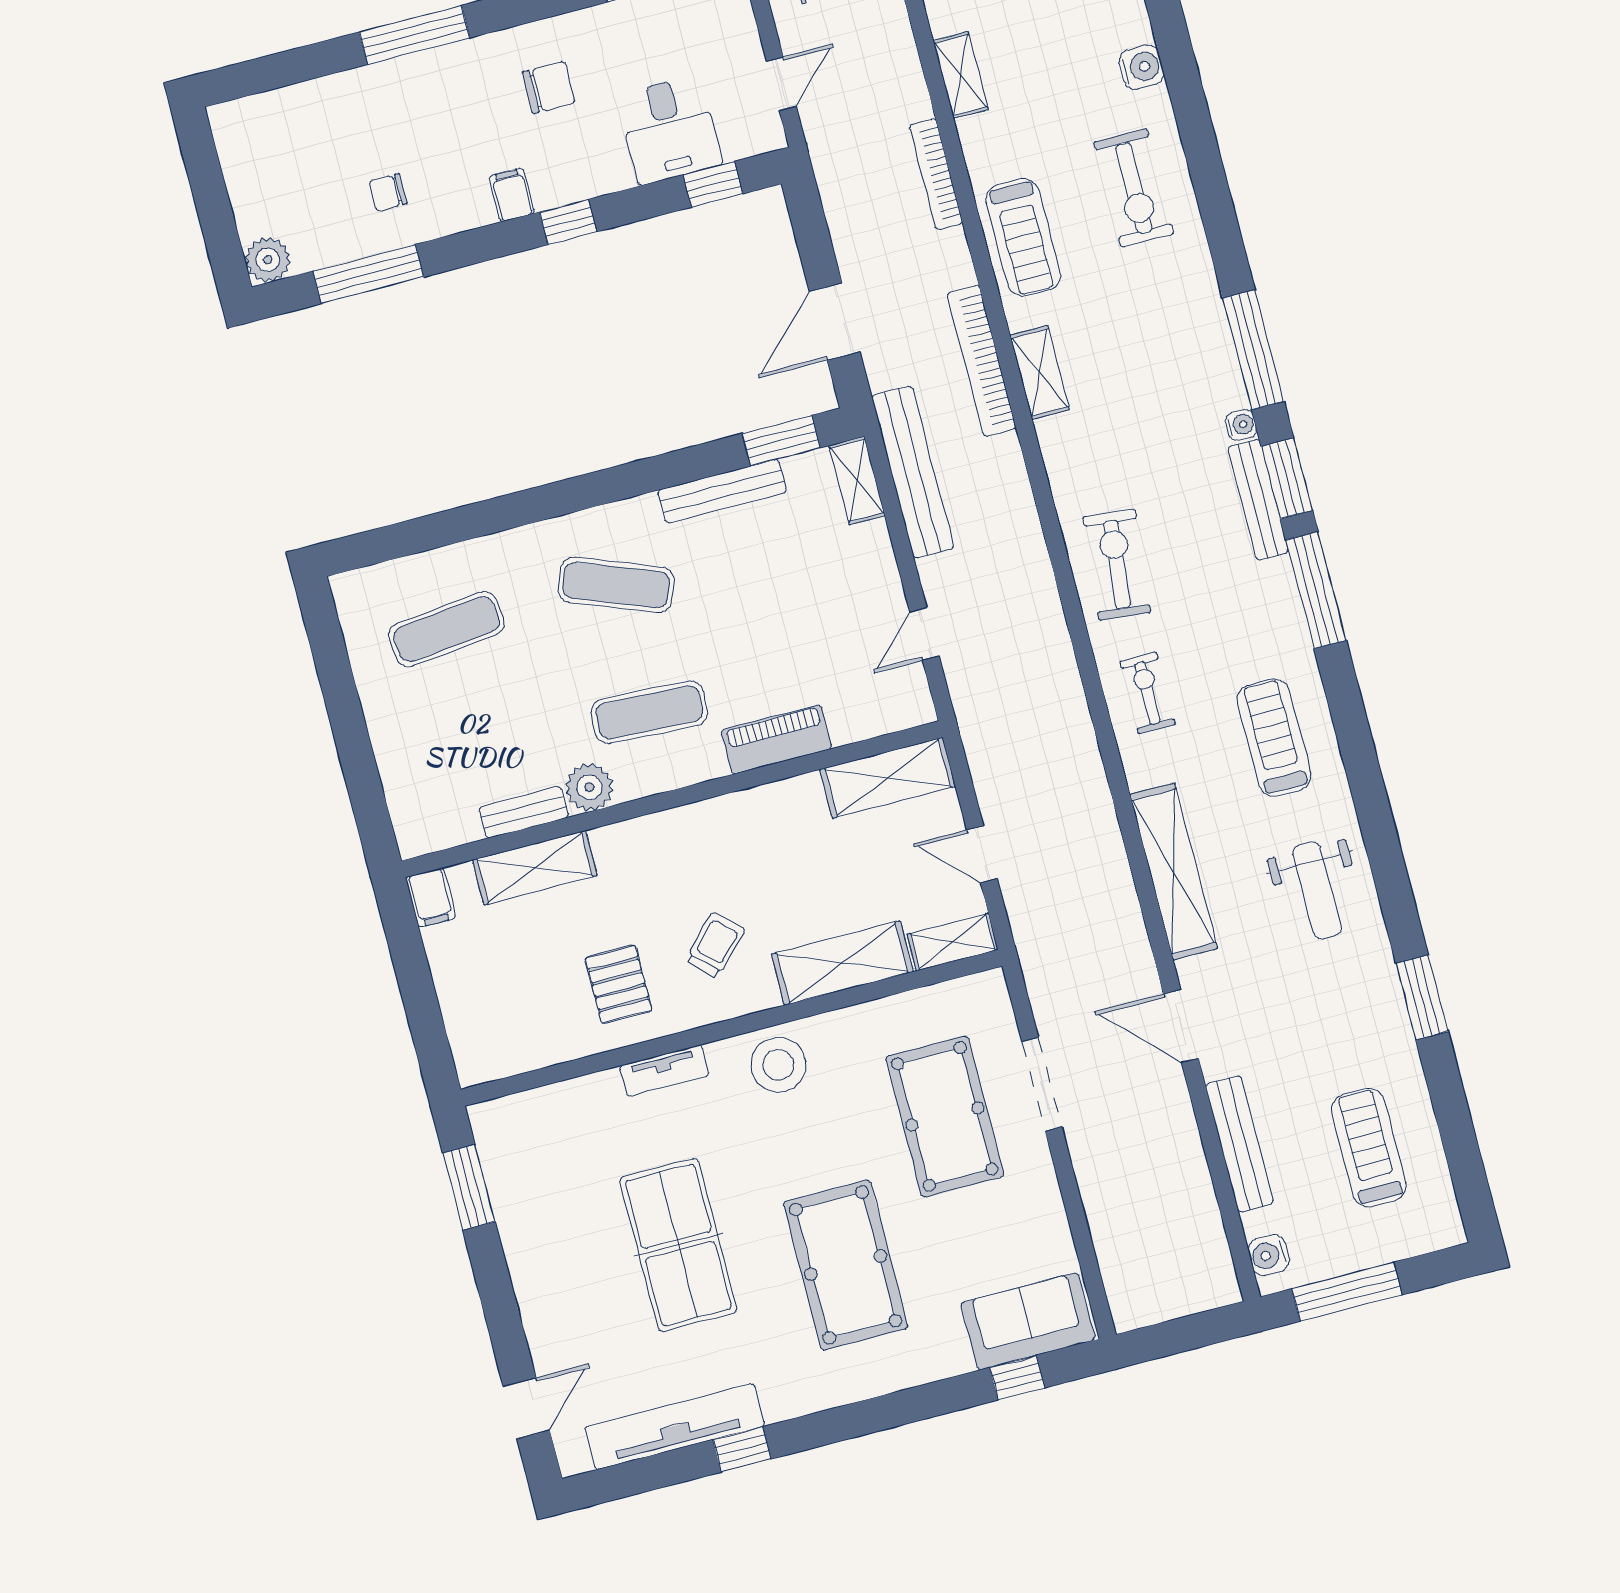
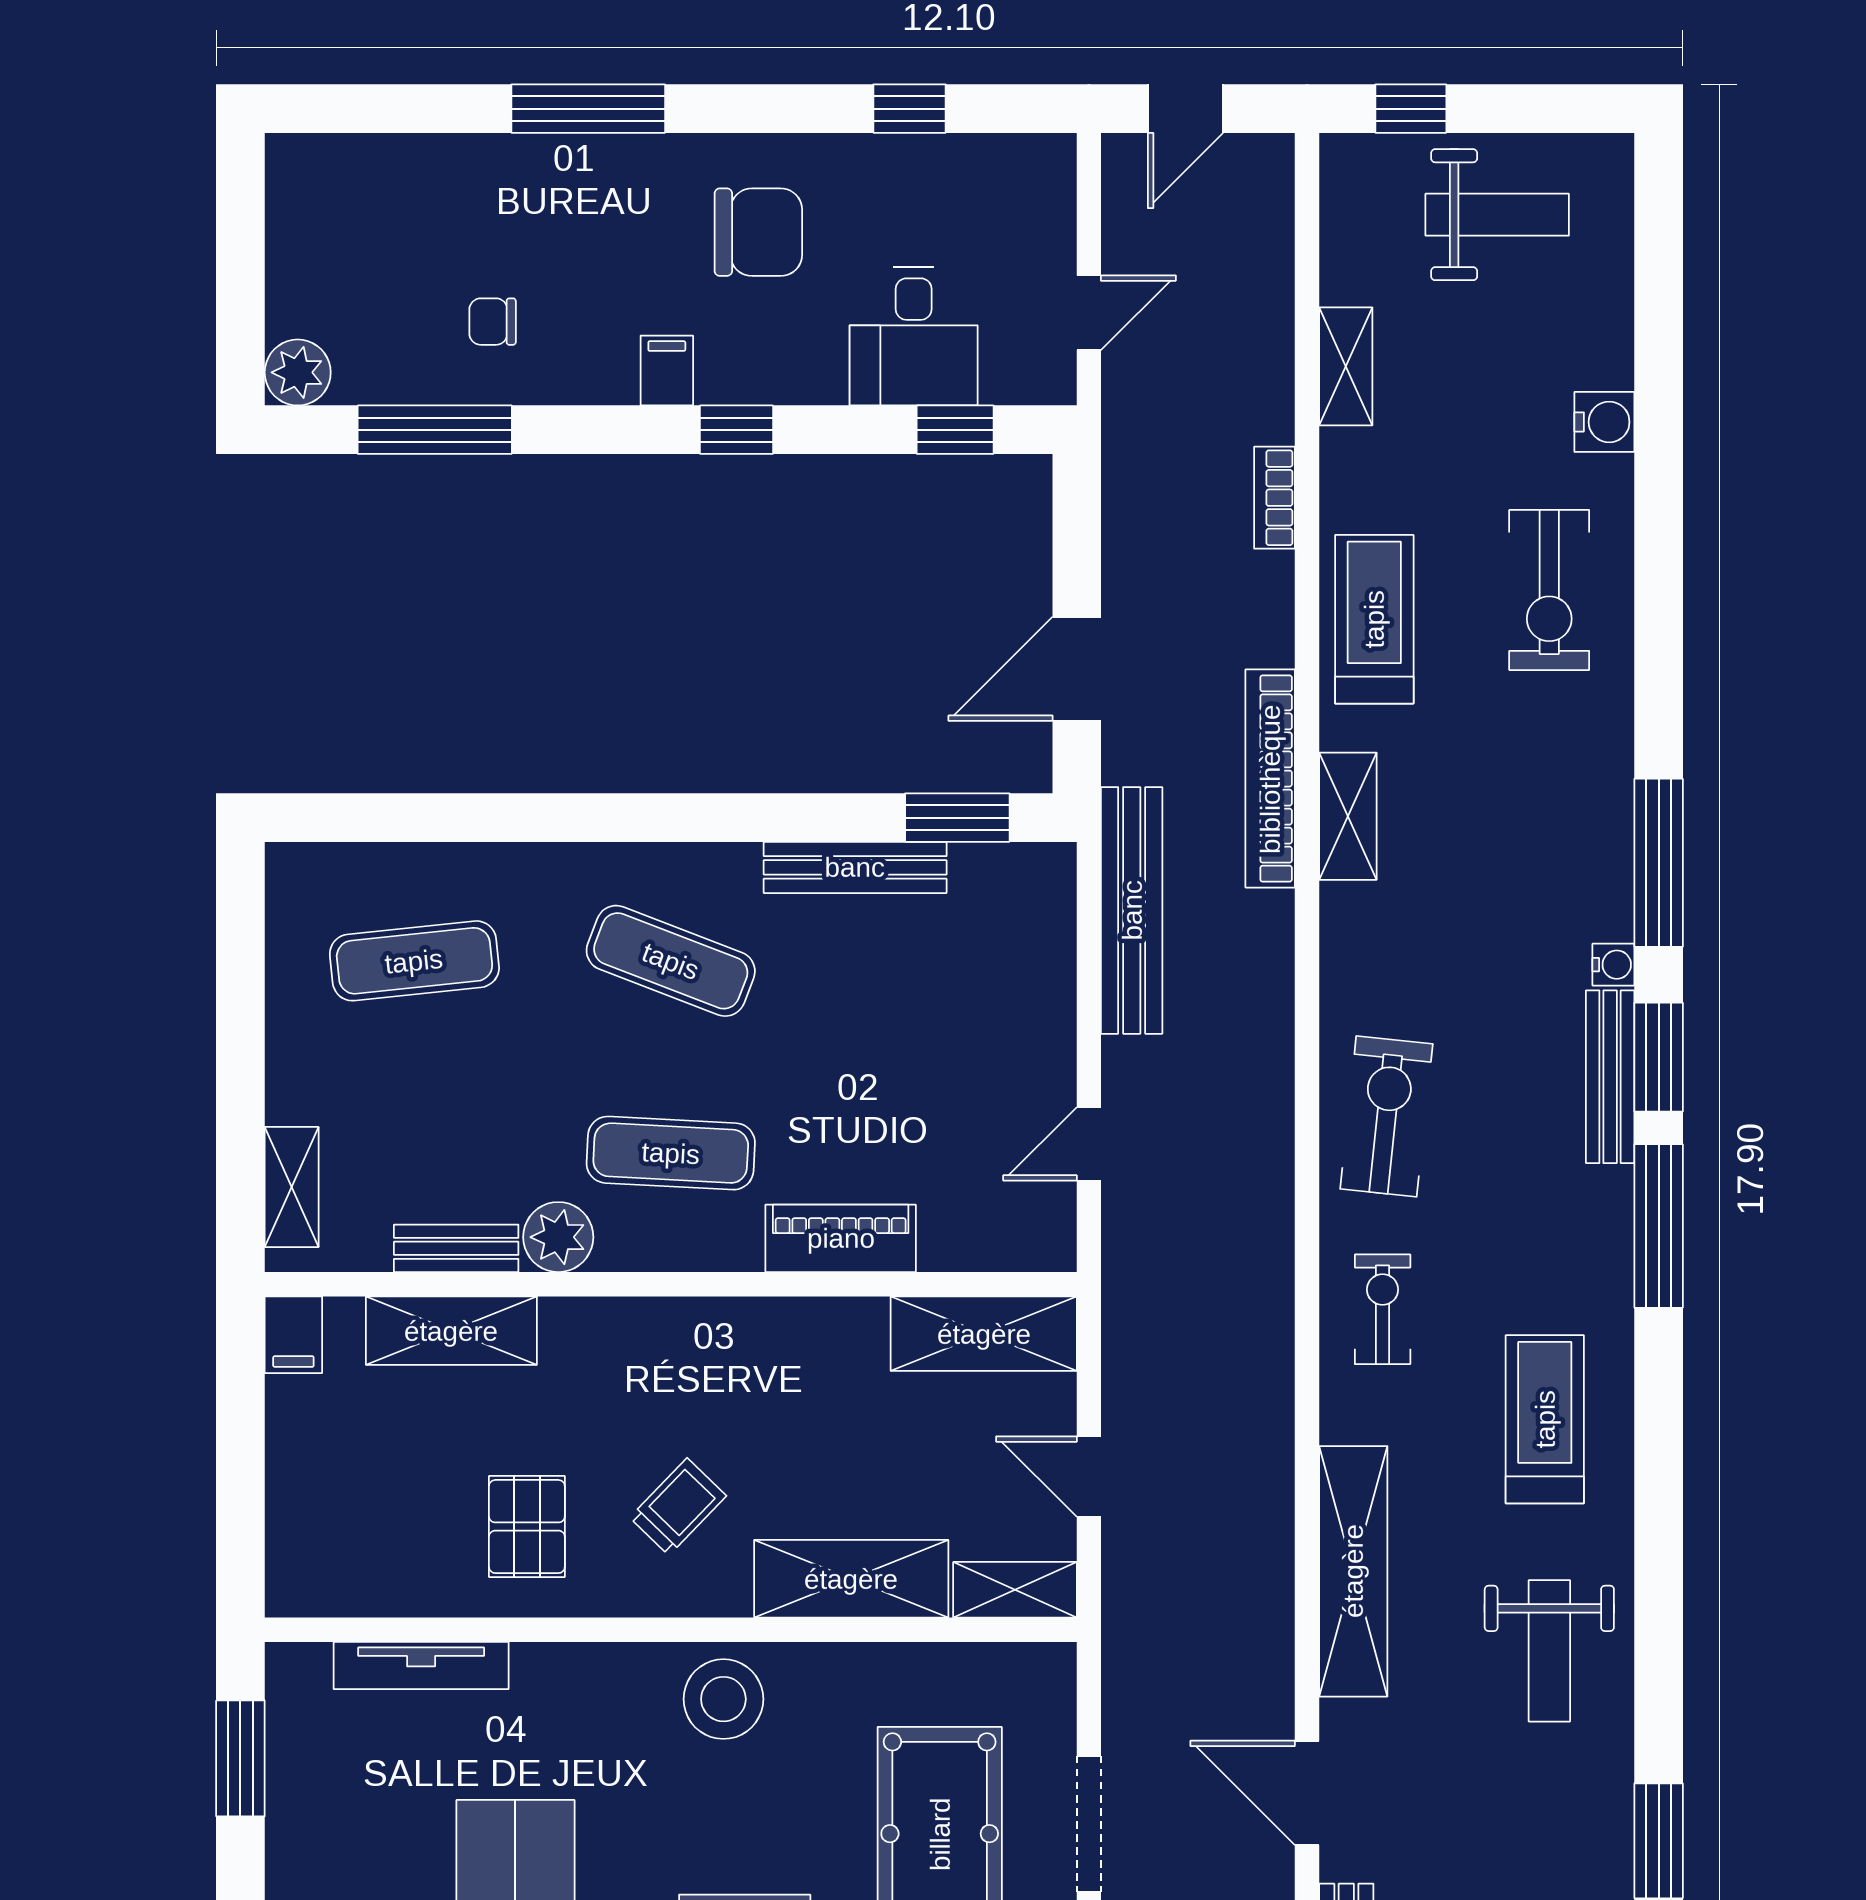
chair: (549, 87) -> (758, 232), width x1.37, depth x1.37
bookcase: (936, 174) -> (1275, 498), width x0.64
treadmill: (1023, 237) -> (1374, 619), turned 180
shelving: (857, 481) -> (292, 1187), moved
tv unit: (664, 1071) -> (421, 1665), moved, width x1.41

